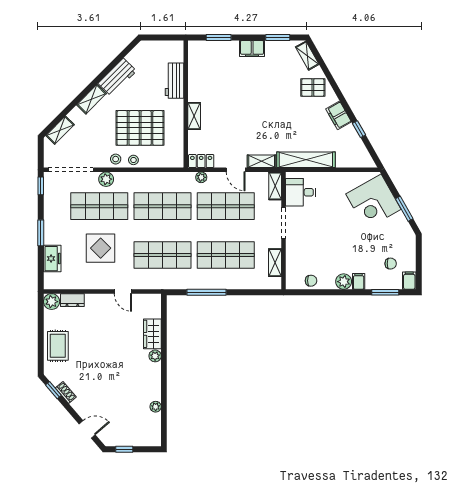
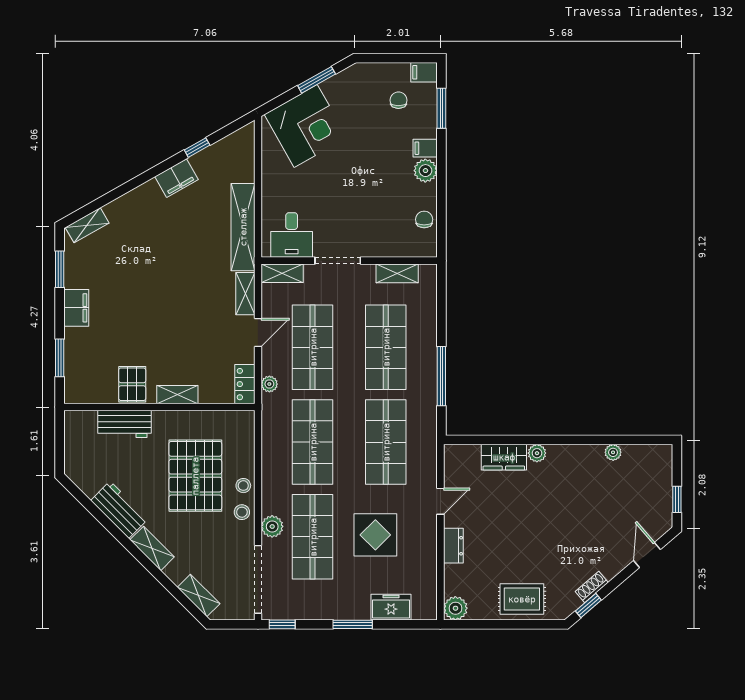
pallet: (313, 88) -> (132, 384), moved
dresser: (72, 300) -> (453, 546), moved

